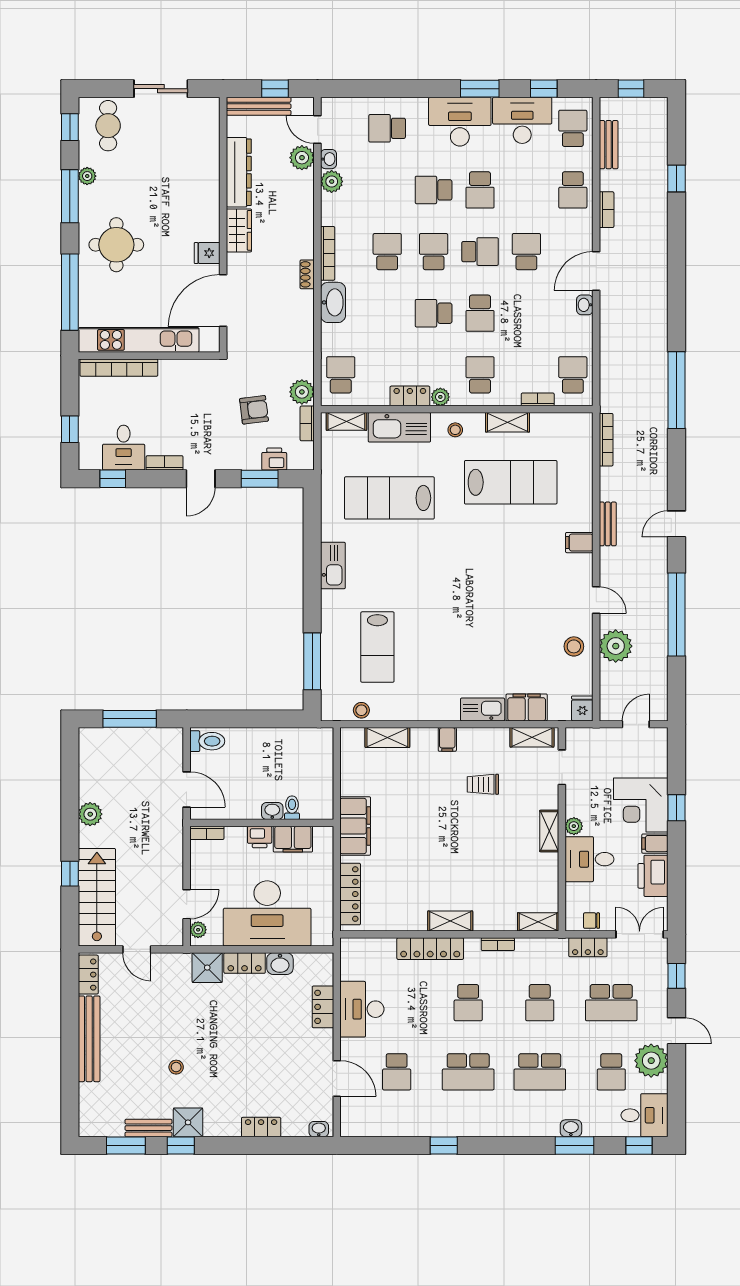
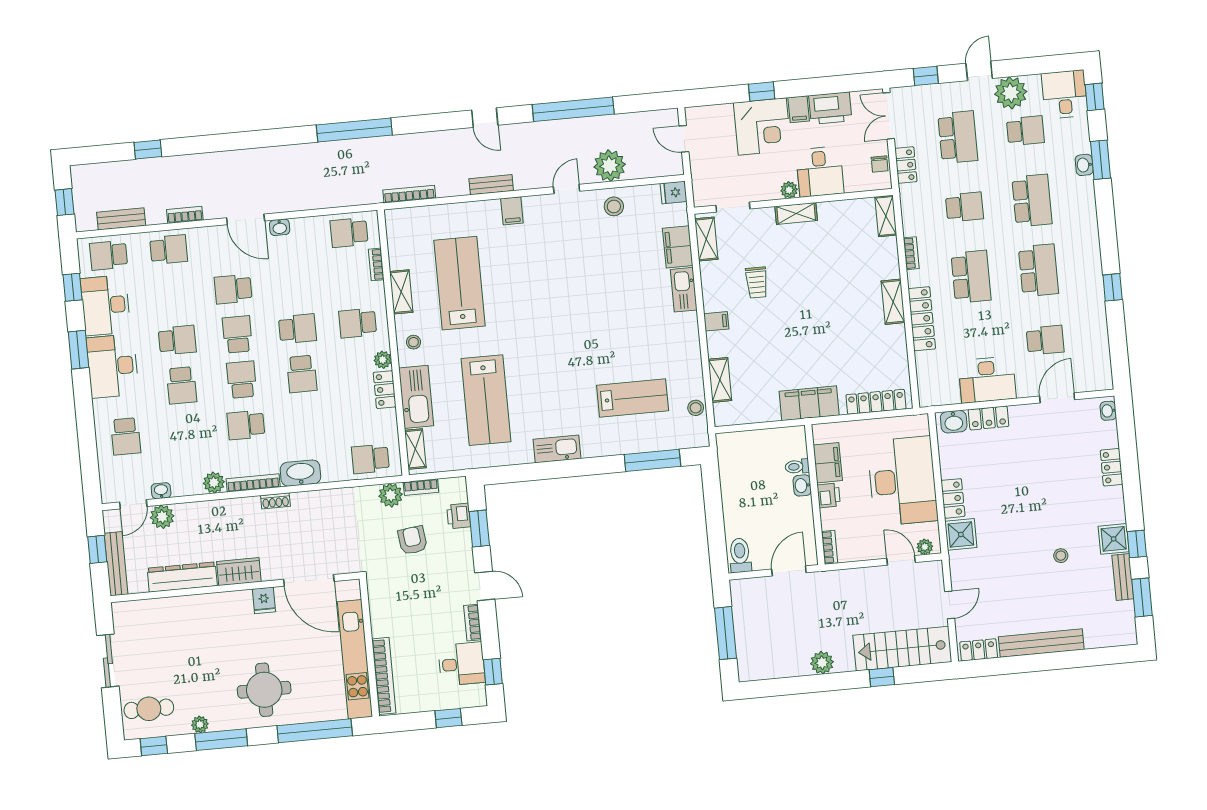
plant: (332, 182) -> (214, 483), moved
school desk: (434, 252) -> (242, 380), turned 90
washbasin: (280, 964) -> (954, 422), moved, turned 90
school desk: (468, 1003) -> (971, 277), width x1.85

